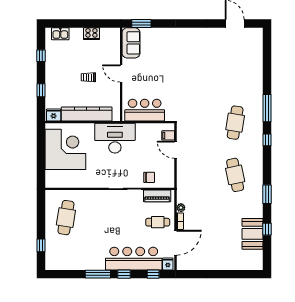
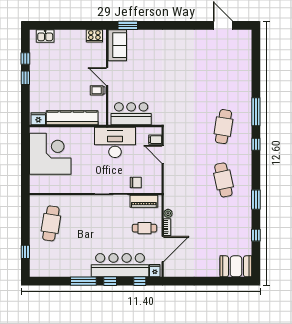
cooker: (91, 34) -> (94, 36), moved
trolley: (88, 77) -> (98, 90), moved
window: (41, 90) -> (25, 78), moved
desk: (115, 138) -> (115, 142), moved
booth: (252, 234) -> (236, 266), moved, turned 90

